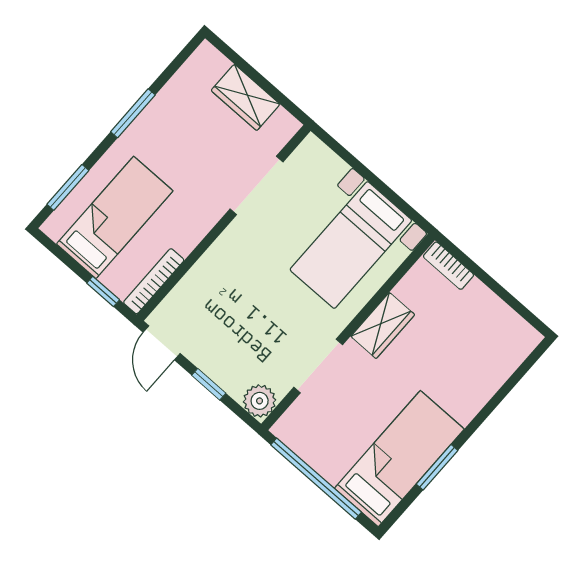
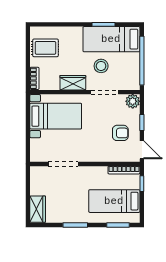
wardrobe: (246, 97) -> (38, 209), moved
armchair: (224, 331) -> (120, 133), added
rug: (485, 331) -> (45, 48), added
door: (162, 343) -> (142, 150), hinge flipped
stool: (369, 400) -> (101, 66), added

